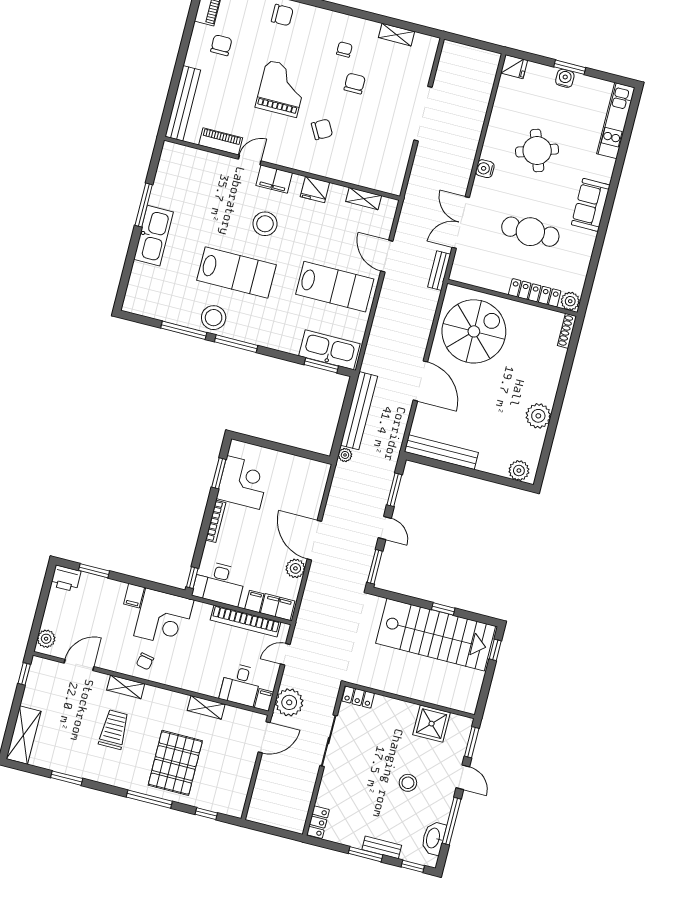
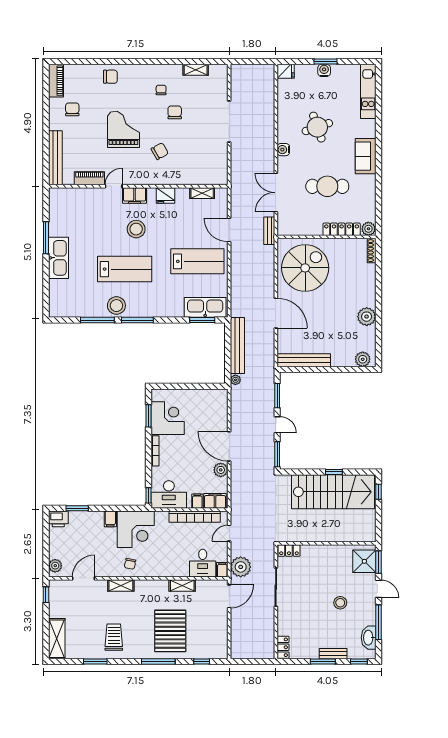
shower: (432, 724) -> (364, 561), moved
trolley: (114, 730) -> (114, 637), moved

